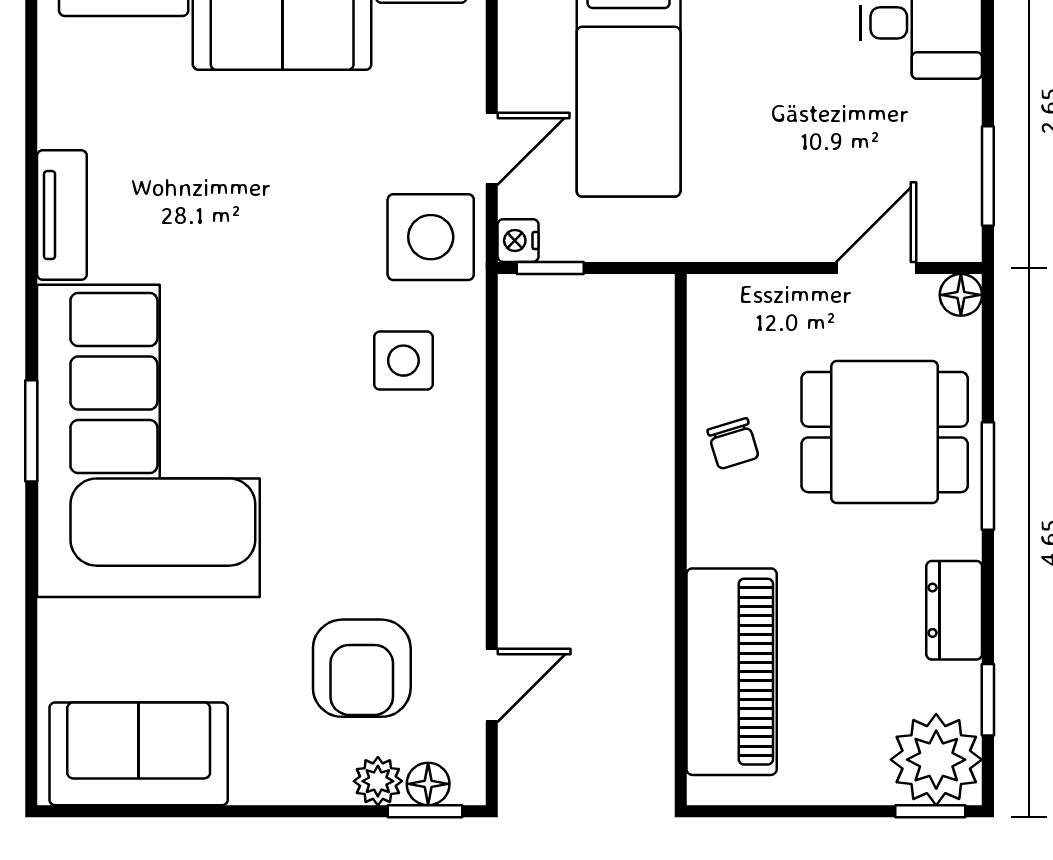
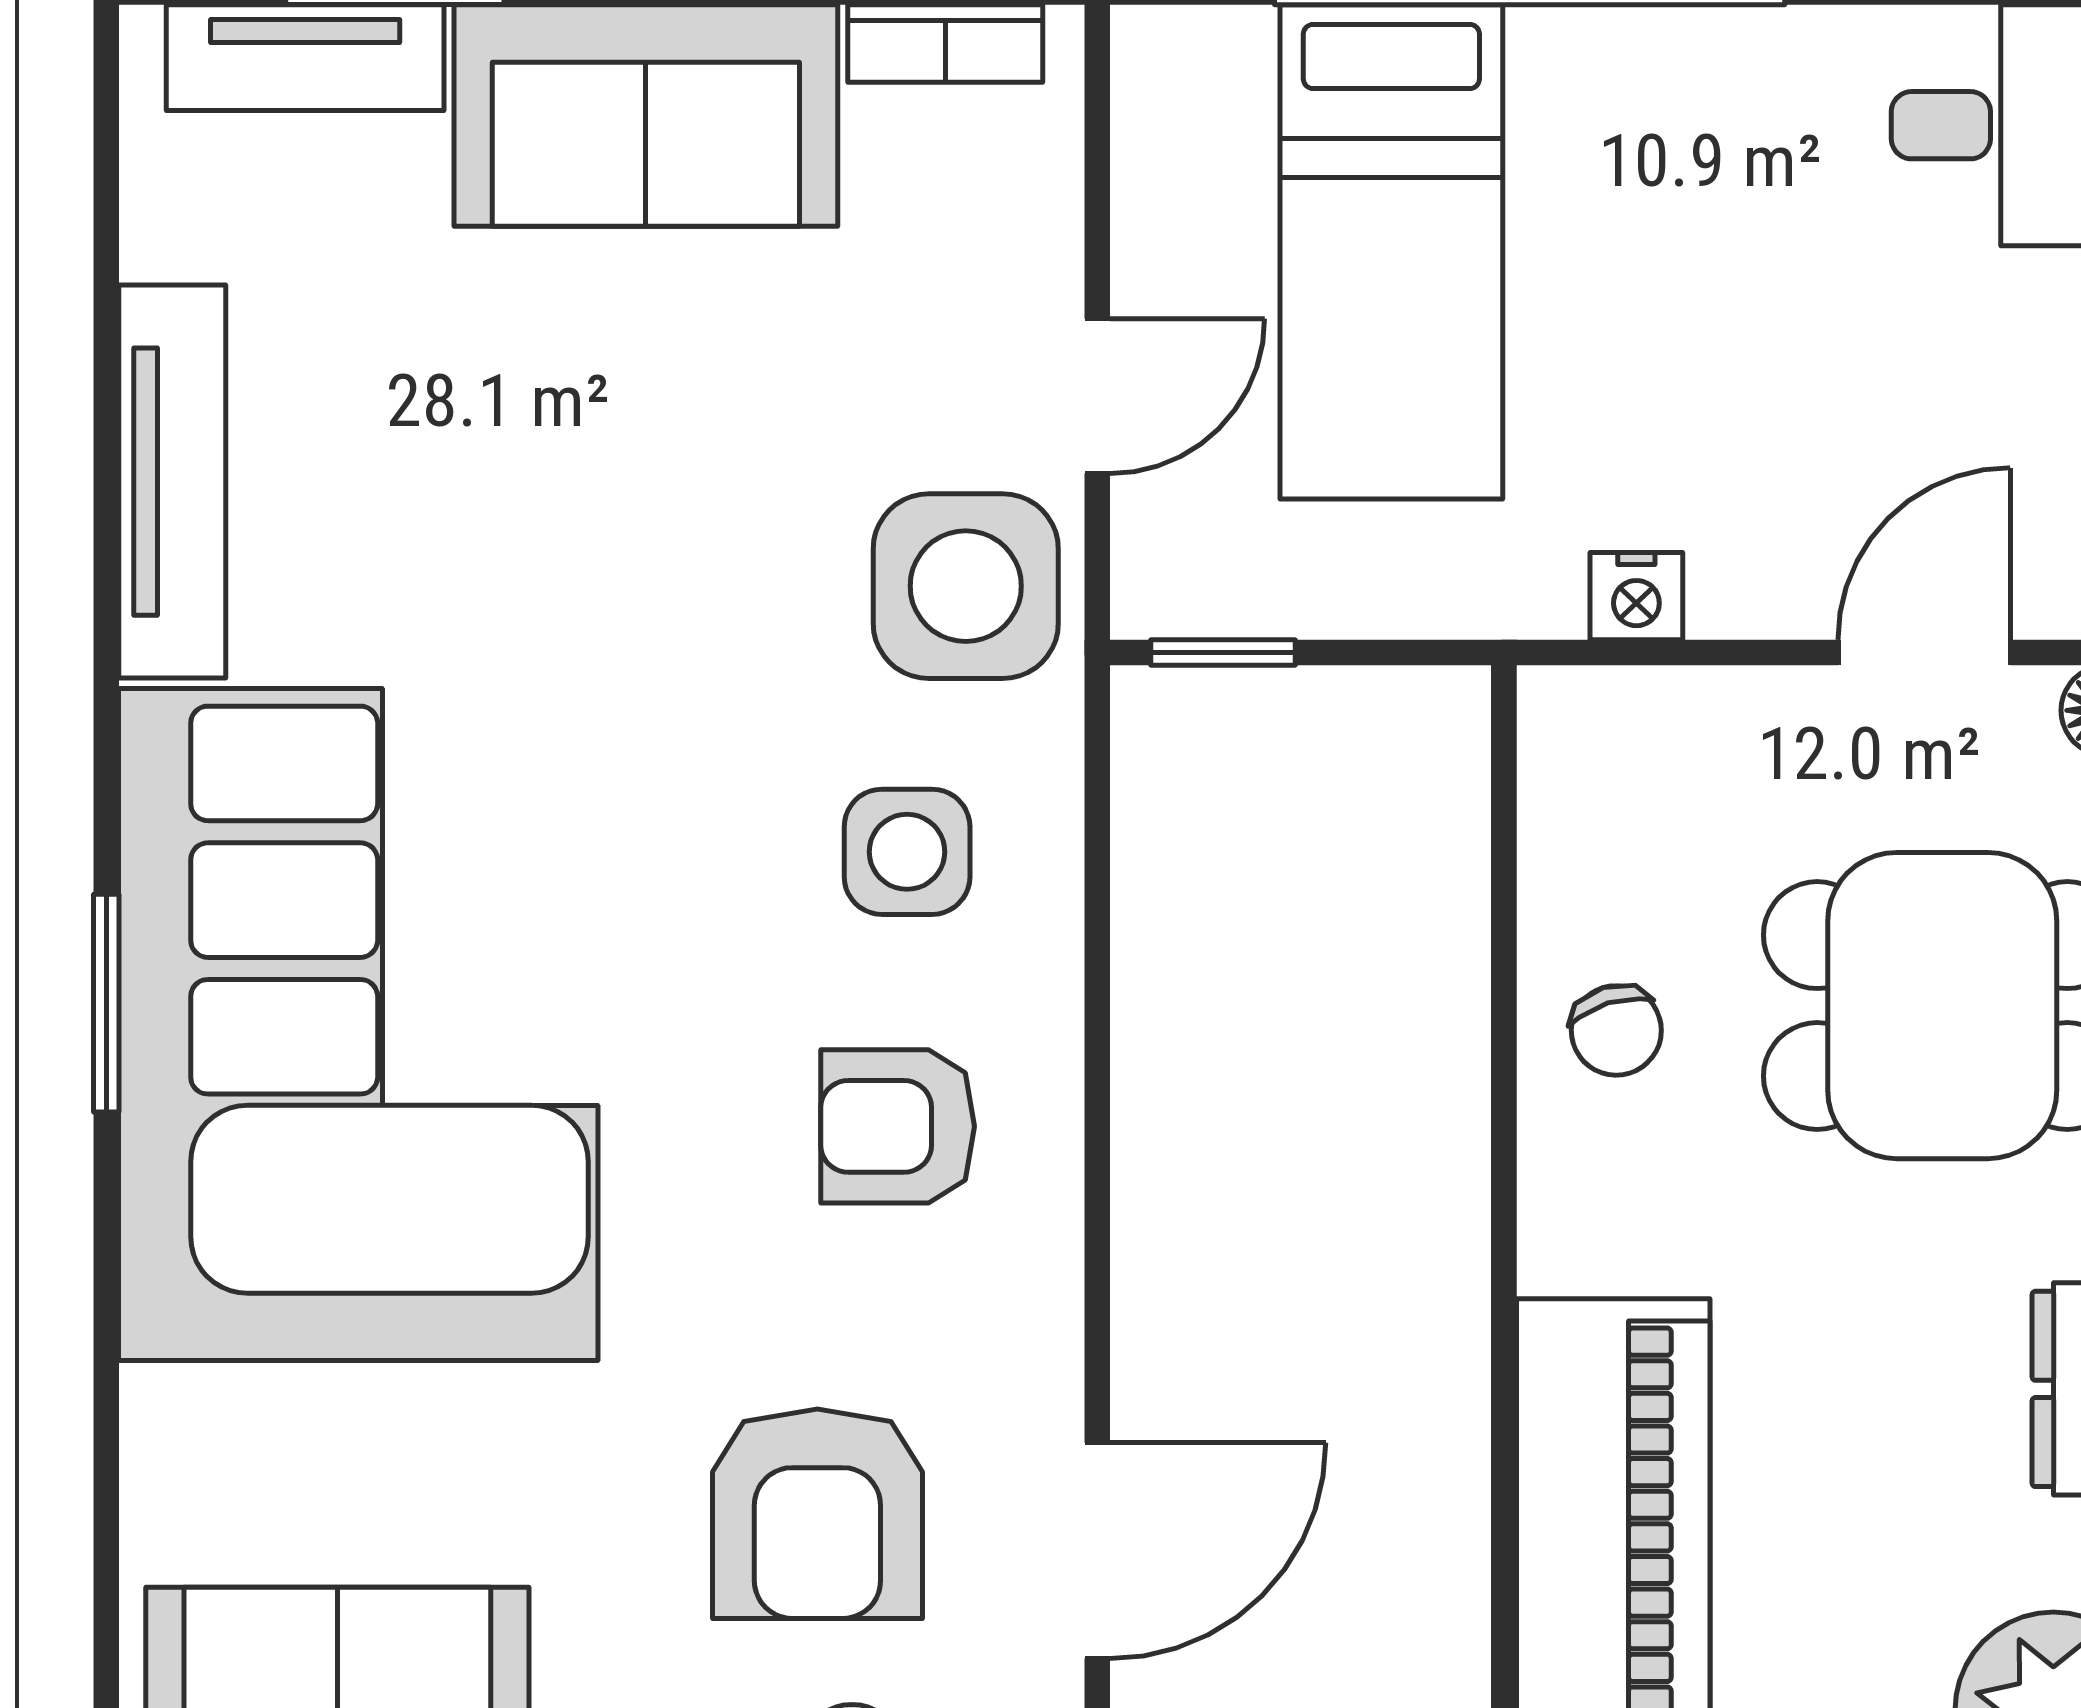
tv unit: (62, 215) -> (172, 482), width x1.41
nightstand: (518, 241) -> (1636, 596), moved, turned -90
armchair: (399, 488) -> (898, 1126), added
door: (492, 685) -> (1097, 1550), width x1.38

